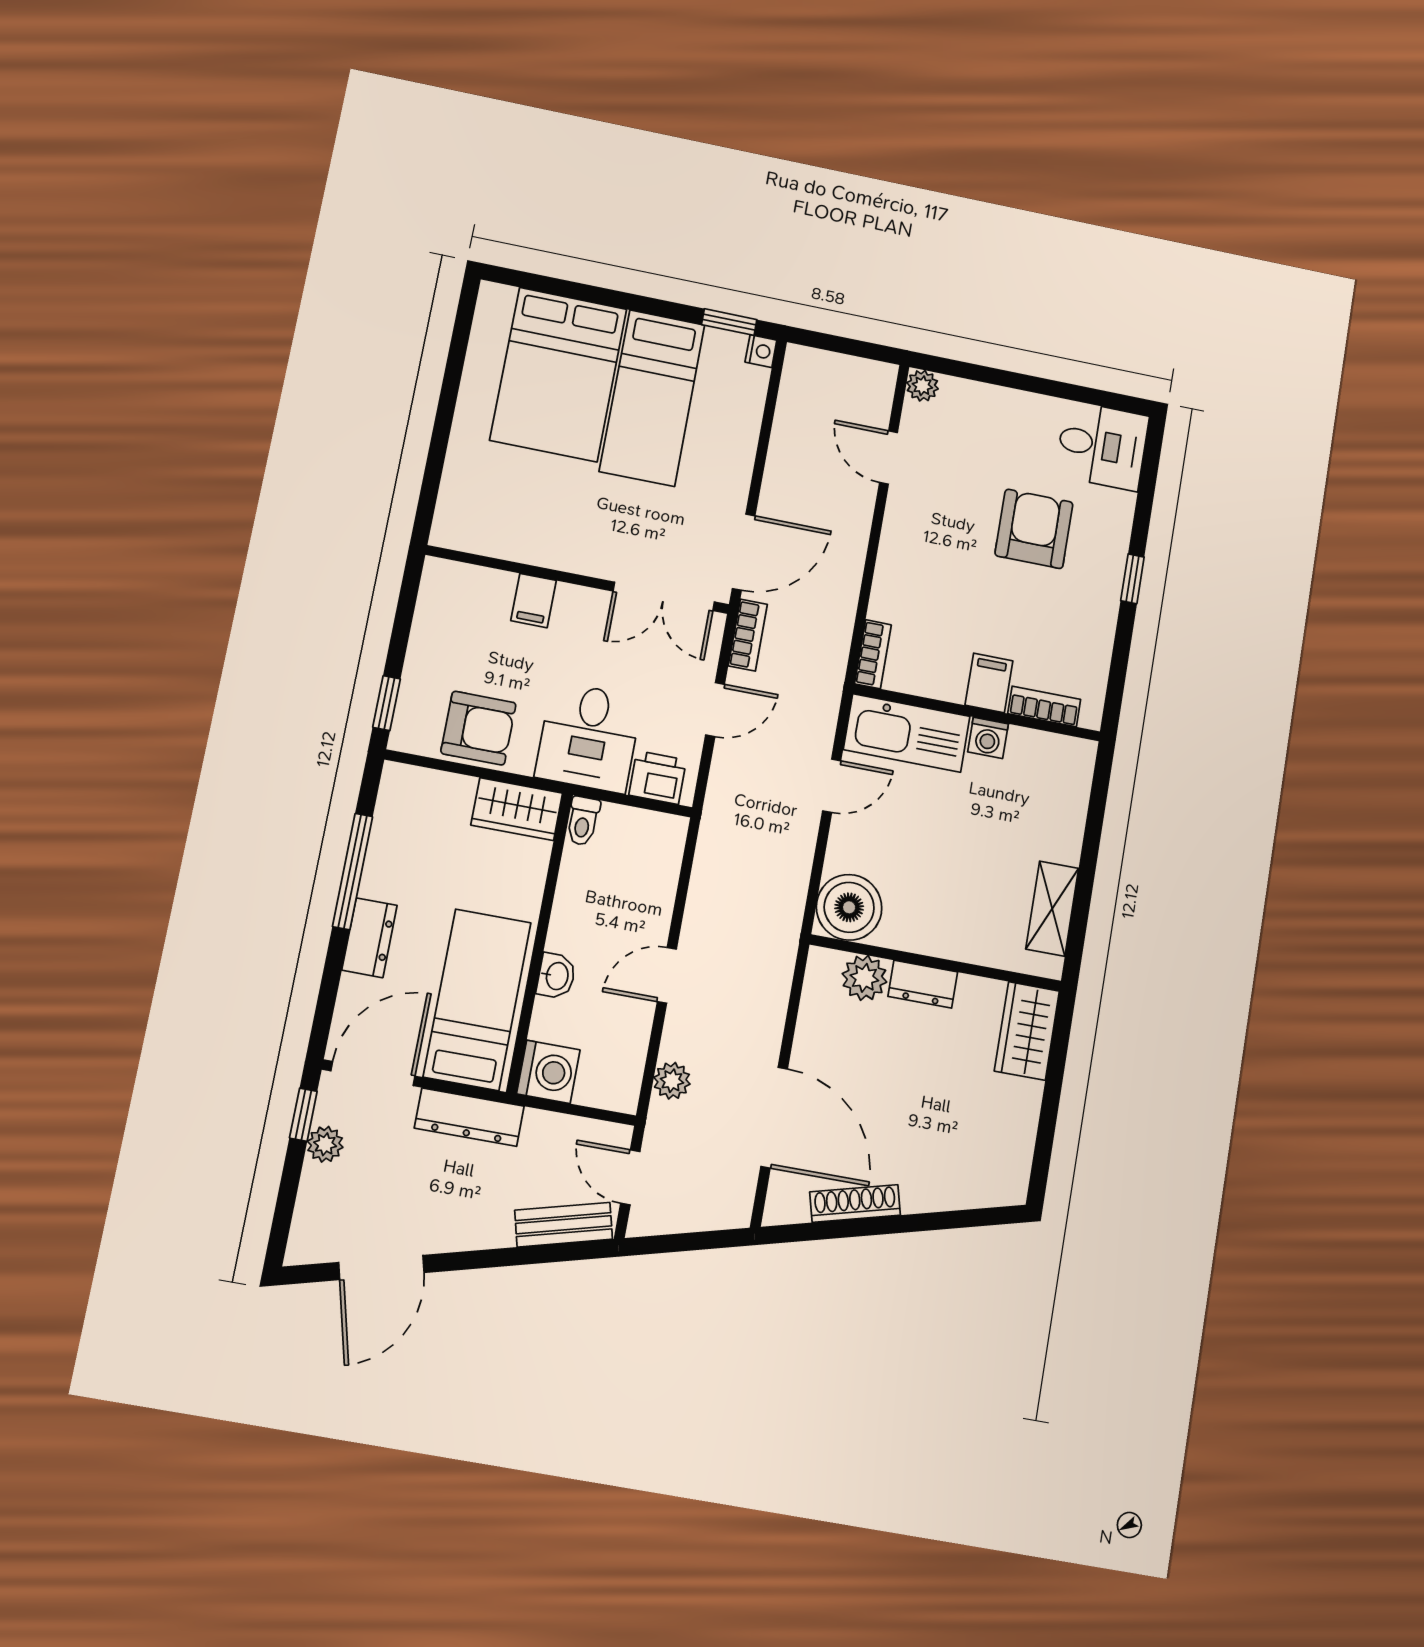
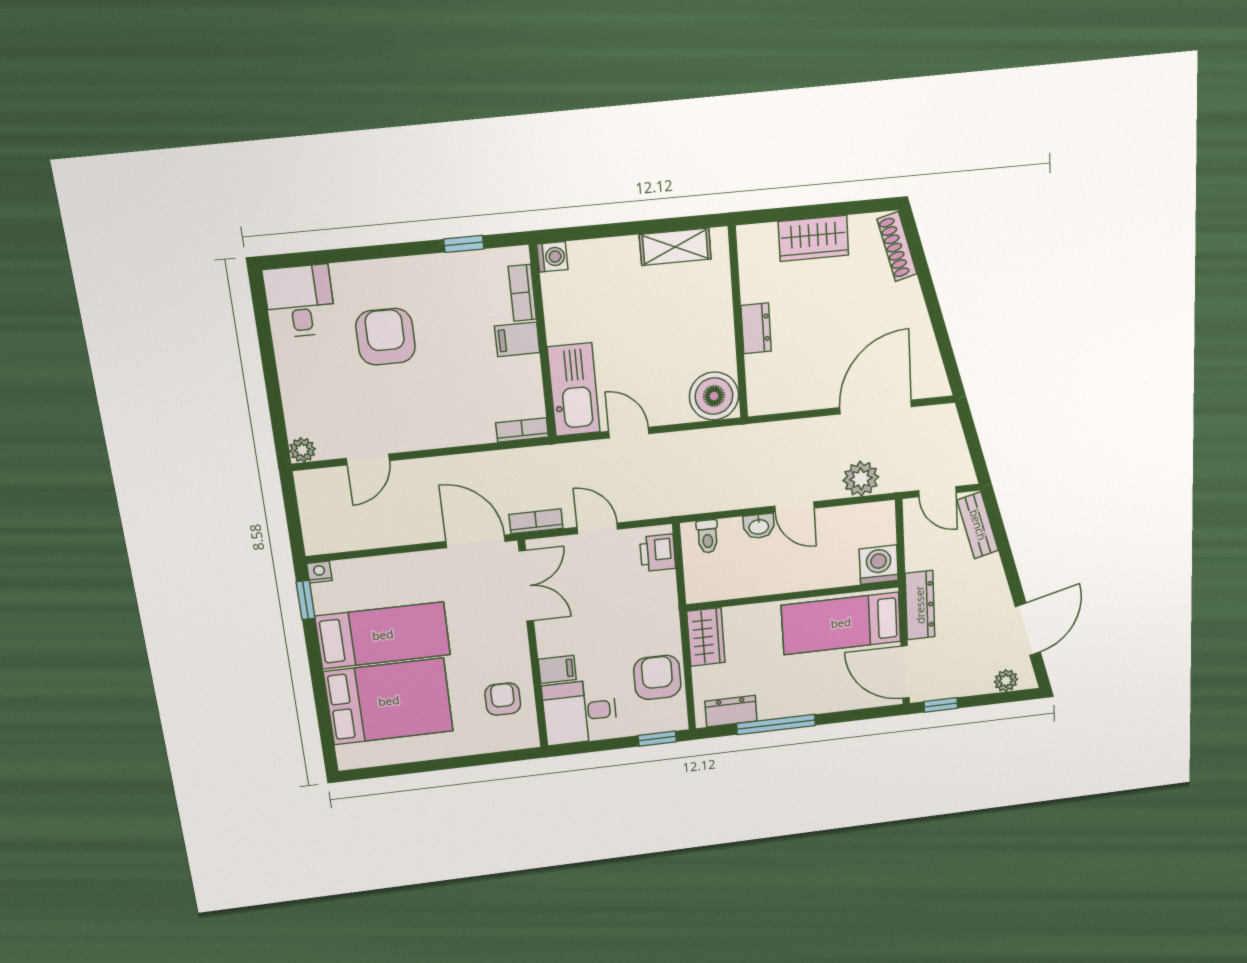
armchair: (514, 518) -> (503, 699), added
armchair: (1034, 529) -> (385, 337), turned 90
window: (1132, 579) -> (464, 244), moved
desk: (589, 737) -> (580, 712), moved, turned 180
washing machine: (988, 738) -> (552, 257), moved
toilet: (583, 821) -> (707, 536), moved, turned 90
dresser: (369, 938) -> (731, 711), moved
washbasin: (556, 976) -> (759, 526), moved, turned 180
plant: (864, 978) -> (762, 371), removed
wardrobe: (1027, 1031) -> (813, 238), moved
plant: (672, 1081) -> (861, 479), width x1.38, depth x1.38
plant: (325, 1144) -> (1006, 681), moved
door: (630, 1177) -> (937, 492), hinge flipped
shoe rack: (855, 1203) -> (897, 247), moved
door: (381, 1267) -> (1028, 629), hinge flipped

